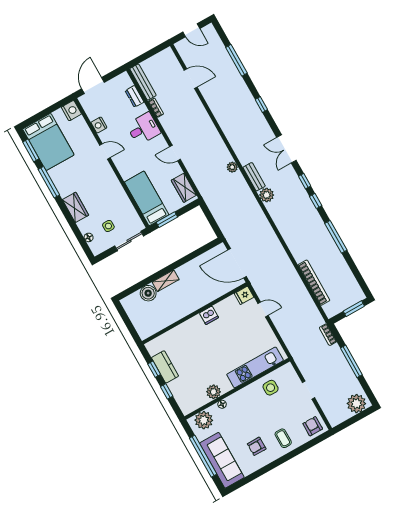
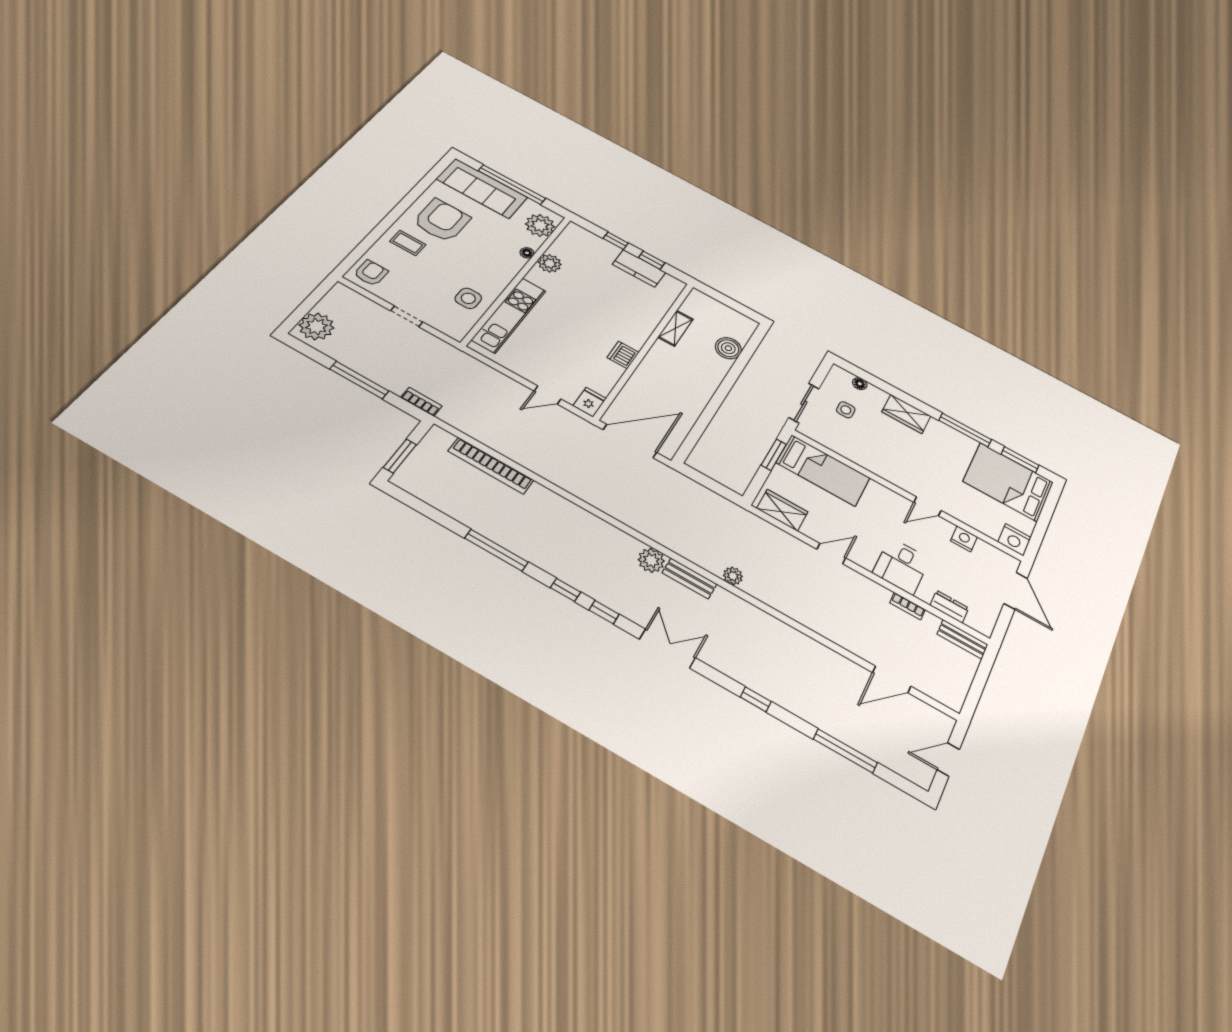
bench: (143, 82) -> (962, 639), width x0.73
shelving: (166, 281) -> (675, 328), moved
armchair: (313, 426) -> (371, 273), turned -90
armchair: (257, 446) -> (442, 220), width x1.88, depth x1.88

